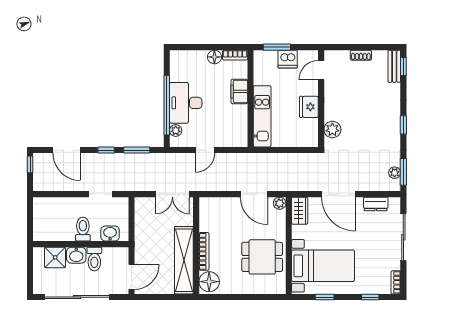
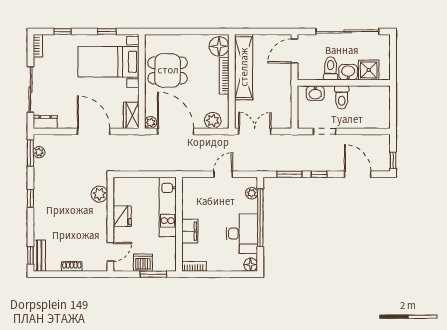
floor lamp: (214, 57) -> (251, 265), moved
desk: (186, 103) -> (242, 234), moved
door: (254, 194) -> (176, 131), width x1.36
dresser: (376, 204) -> (45, 122), moved
plant: (216, 205) -> (213, 120), added

